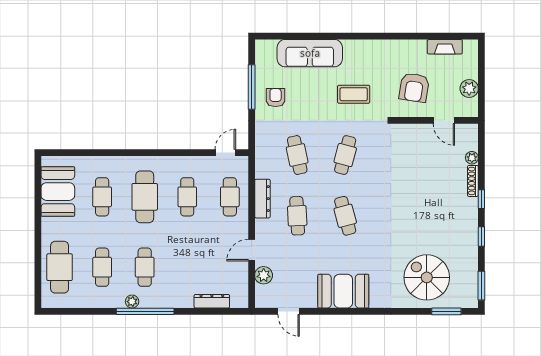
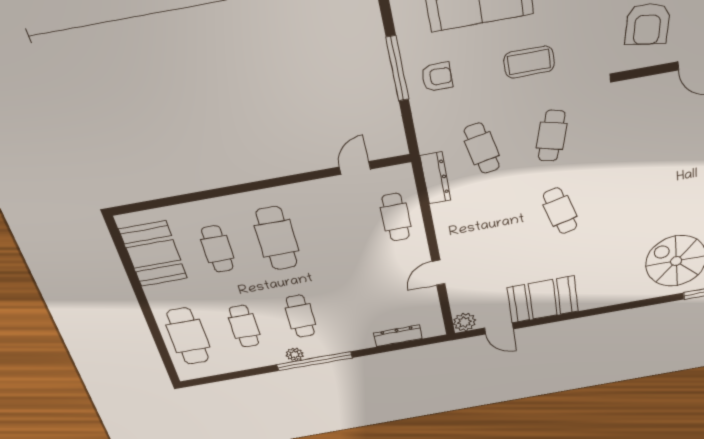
coffee table: (354, 94) -> (529, 62), moved
armchair: (276, 98) -> (437, 77), turned 90
door: (225, 153) -> (355, 168), moved
cafe table: (187, 197) -> (336, 228), removed
dresser: (262, 199) -> (435, 178), moved
cafe table: (297, 216) -> (494, 223), removed
plant: (264, 275) -> (464, 322), moved
booth: (343, 291) -> (543, 299), moved

